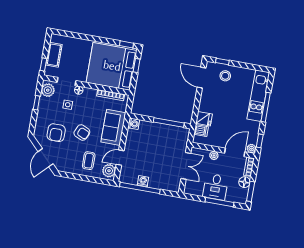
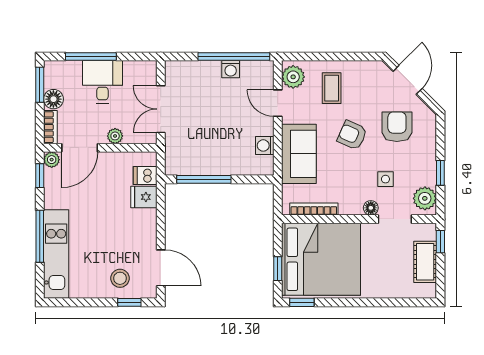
washing machine: (134, 124) -> (265, 145), moved
door: (120, 158) -> (278, 103), swing flipped

